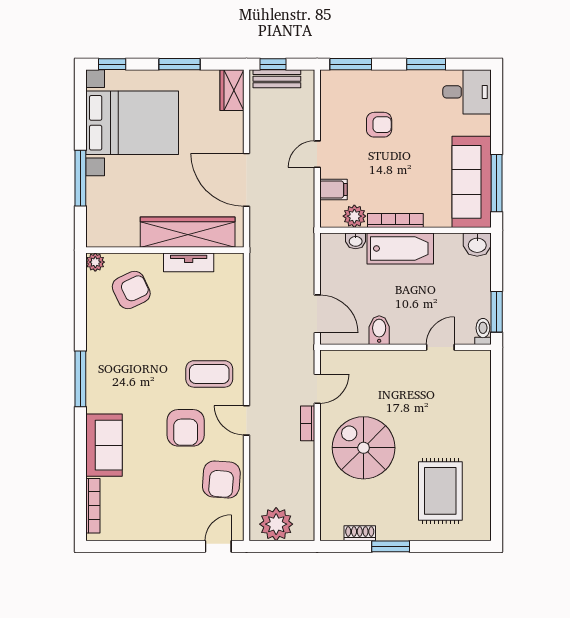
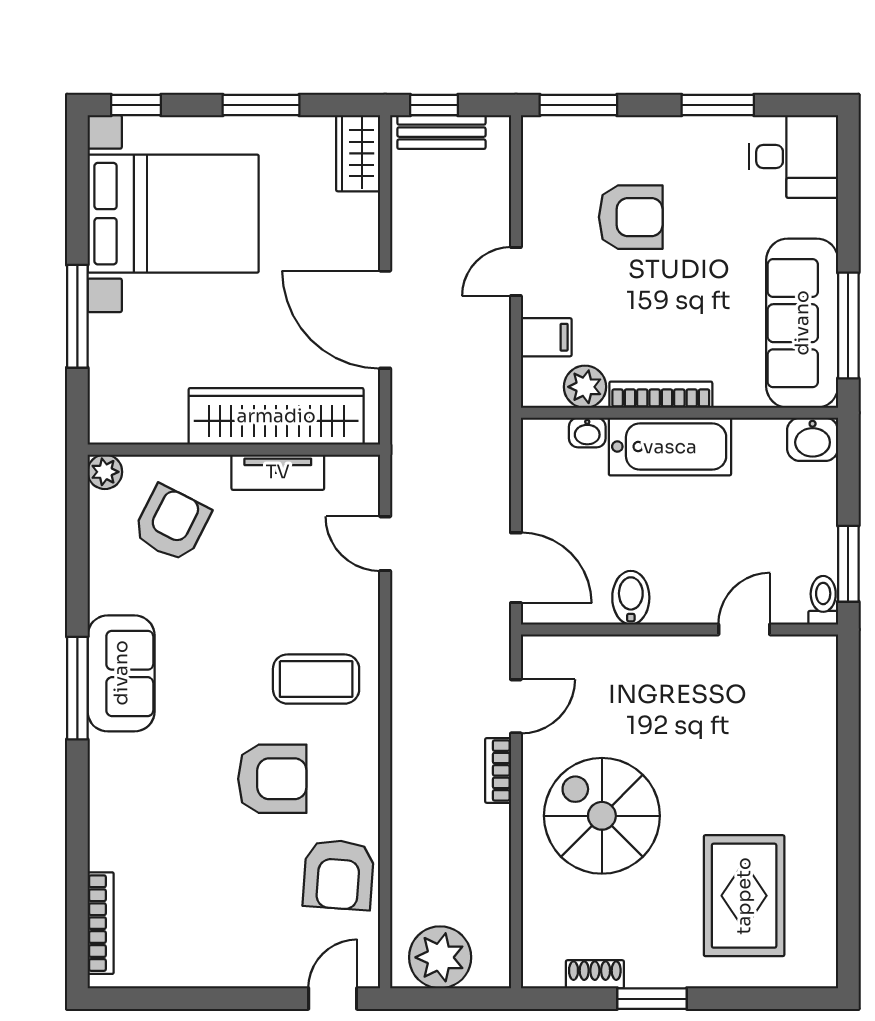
armchair: (379, 125) -> (631, 217), width x1.38, depth x1.38
armchair: (131, 290) -> (172, 523), turned -38
door: (247, 420) -> (385, 544), moved
armchair: (186, 428) -> (272, 779), turned -90
sofa: (104, 445) -> (121, 673), moved

